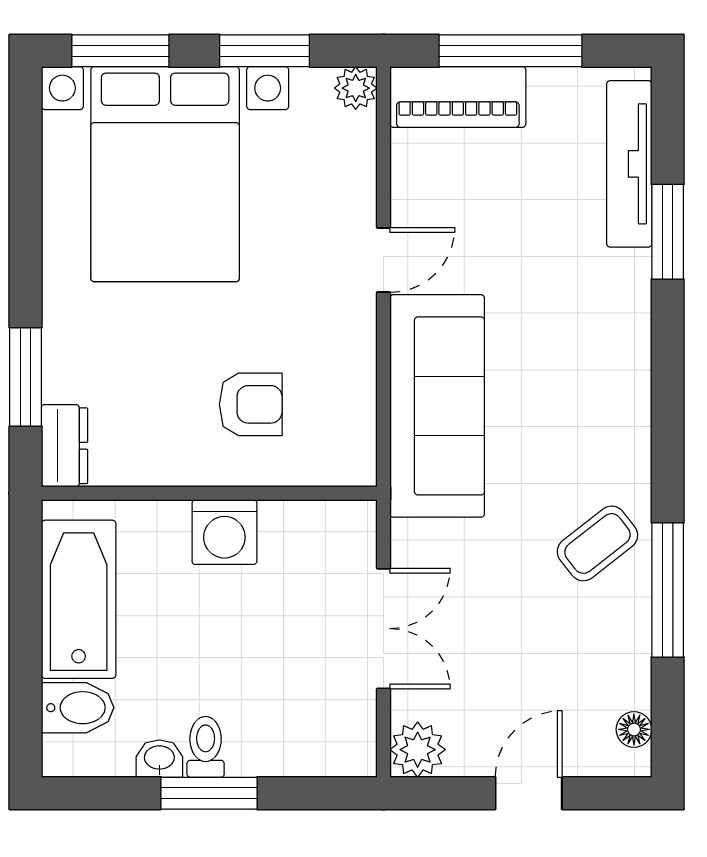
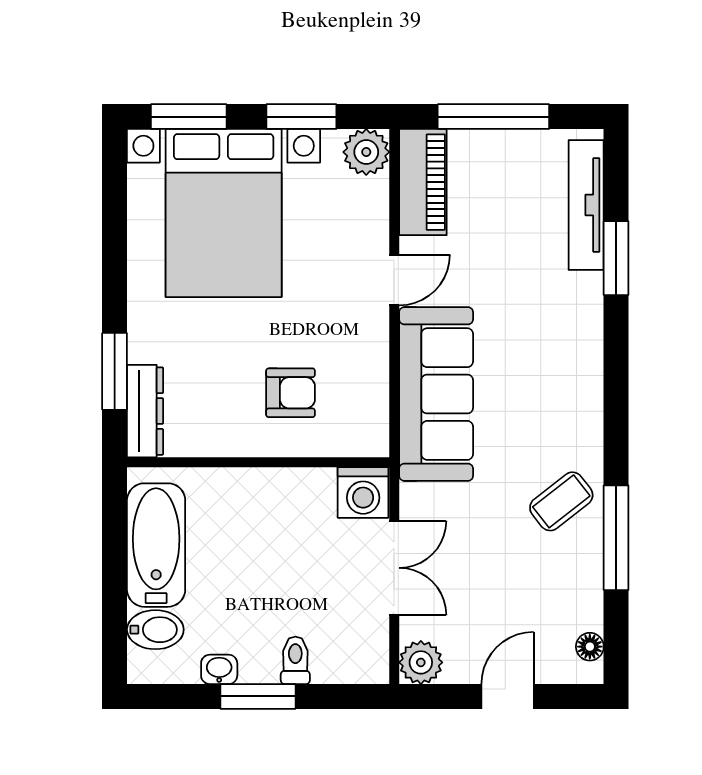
plant: (356, 88) -> (366, 152), width x1.38, depth x1.38
piano: (458, 97) -> (423, 182), moved, turned -90
dresser: (64, 446) -> (145, 411), width x1.44
washing machine: (224, 532) -> (363, 492), moved
toilet: (206, 747) -> (295, 660), moved

